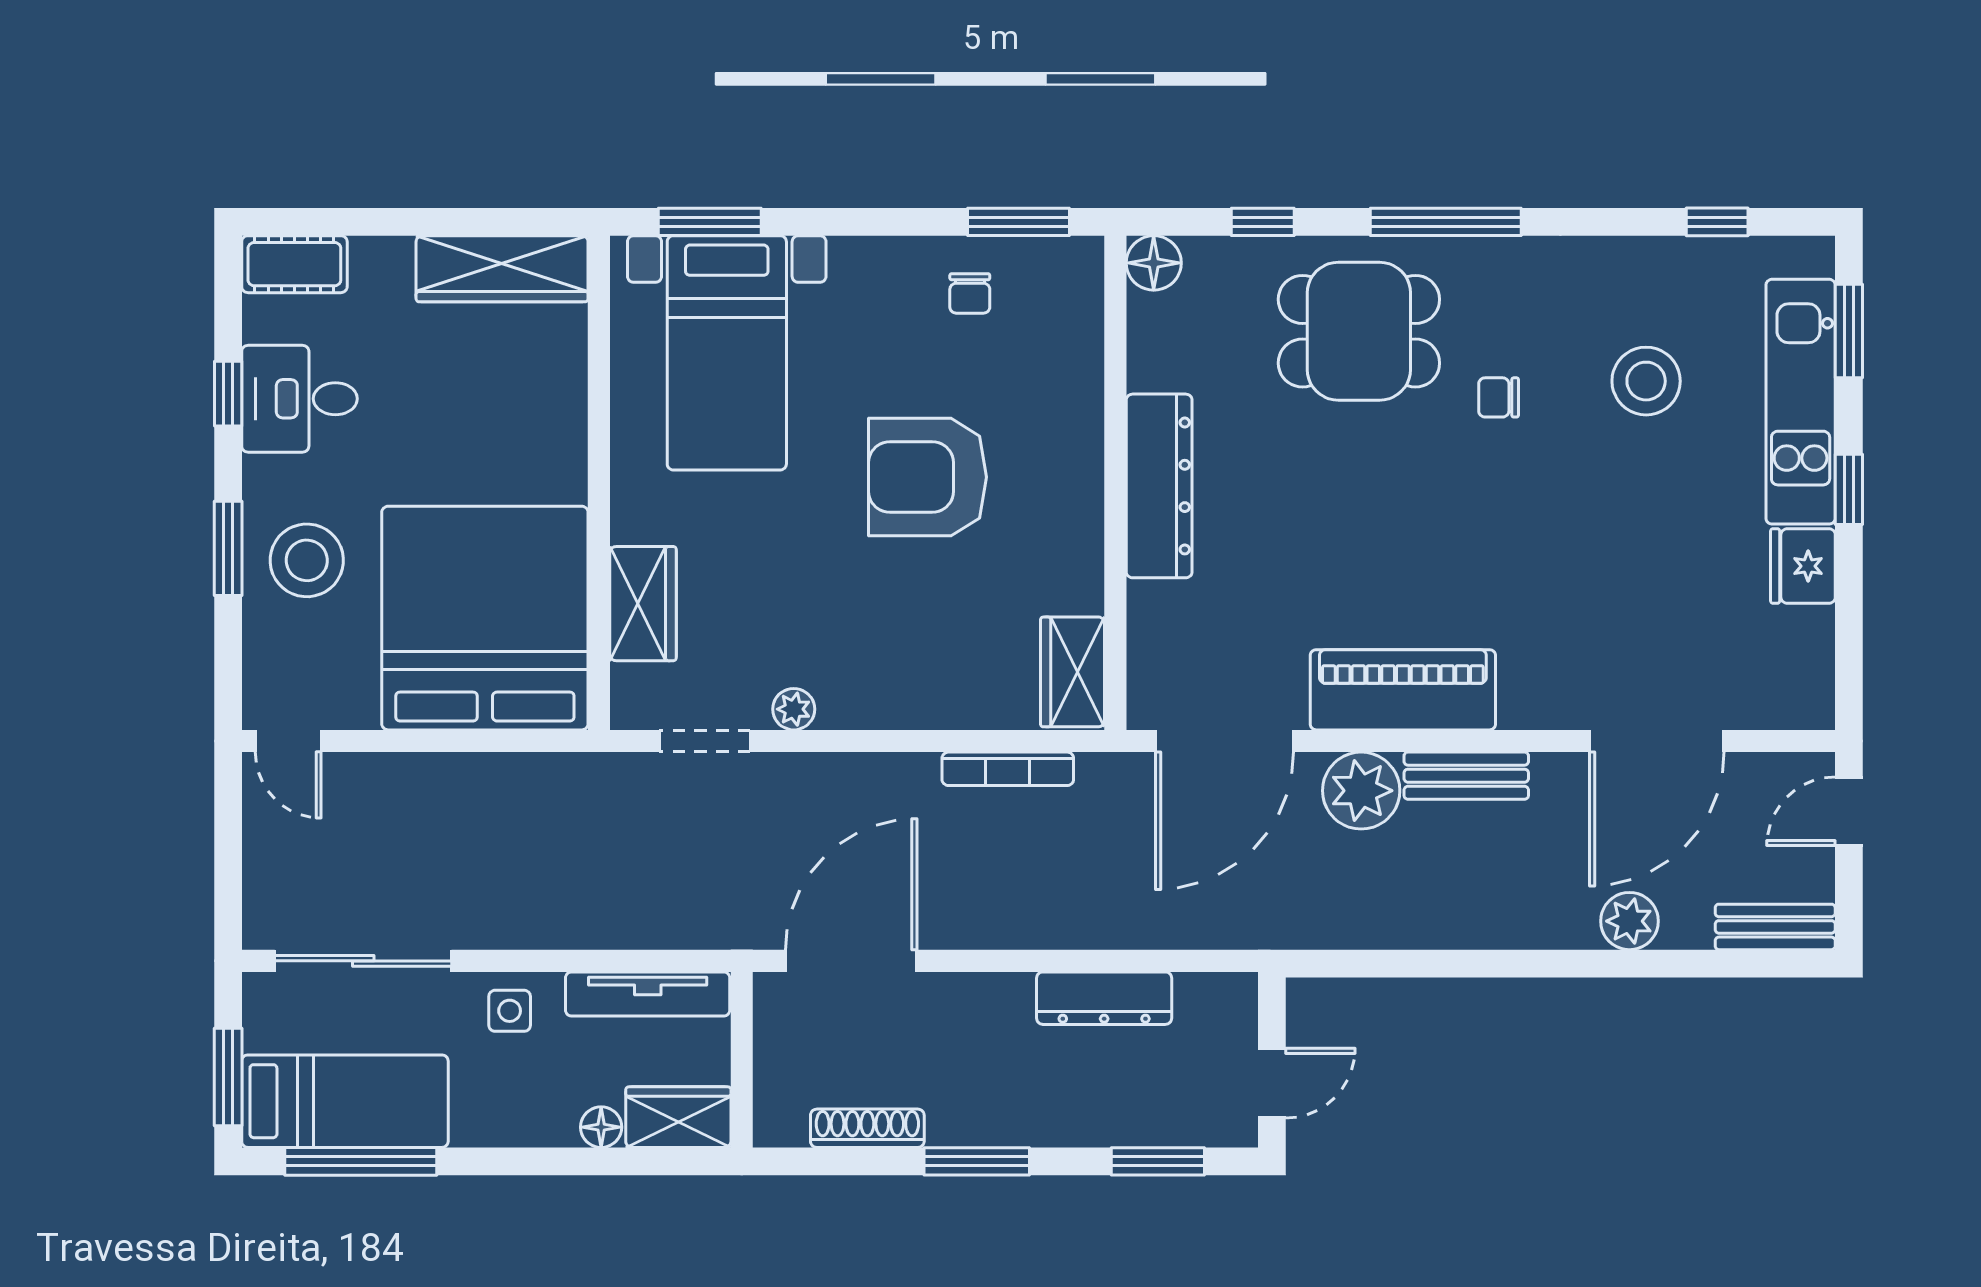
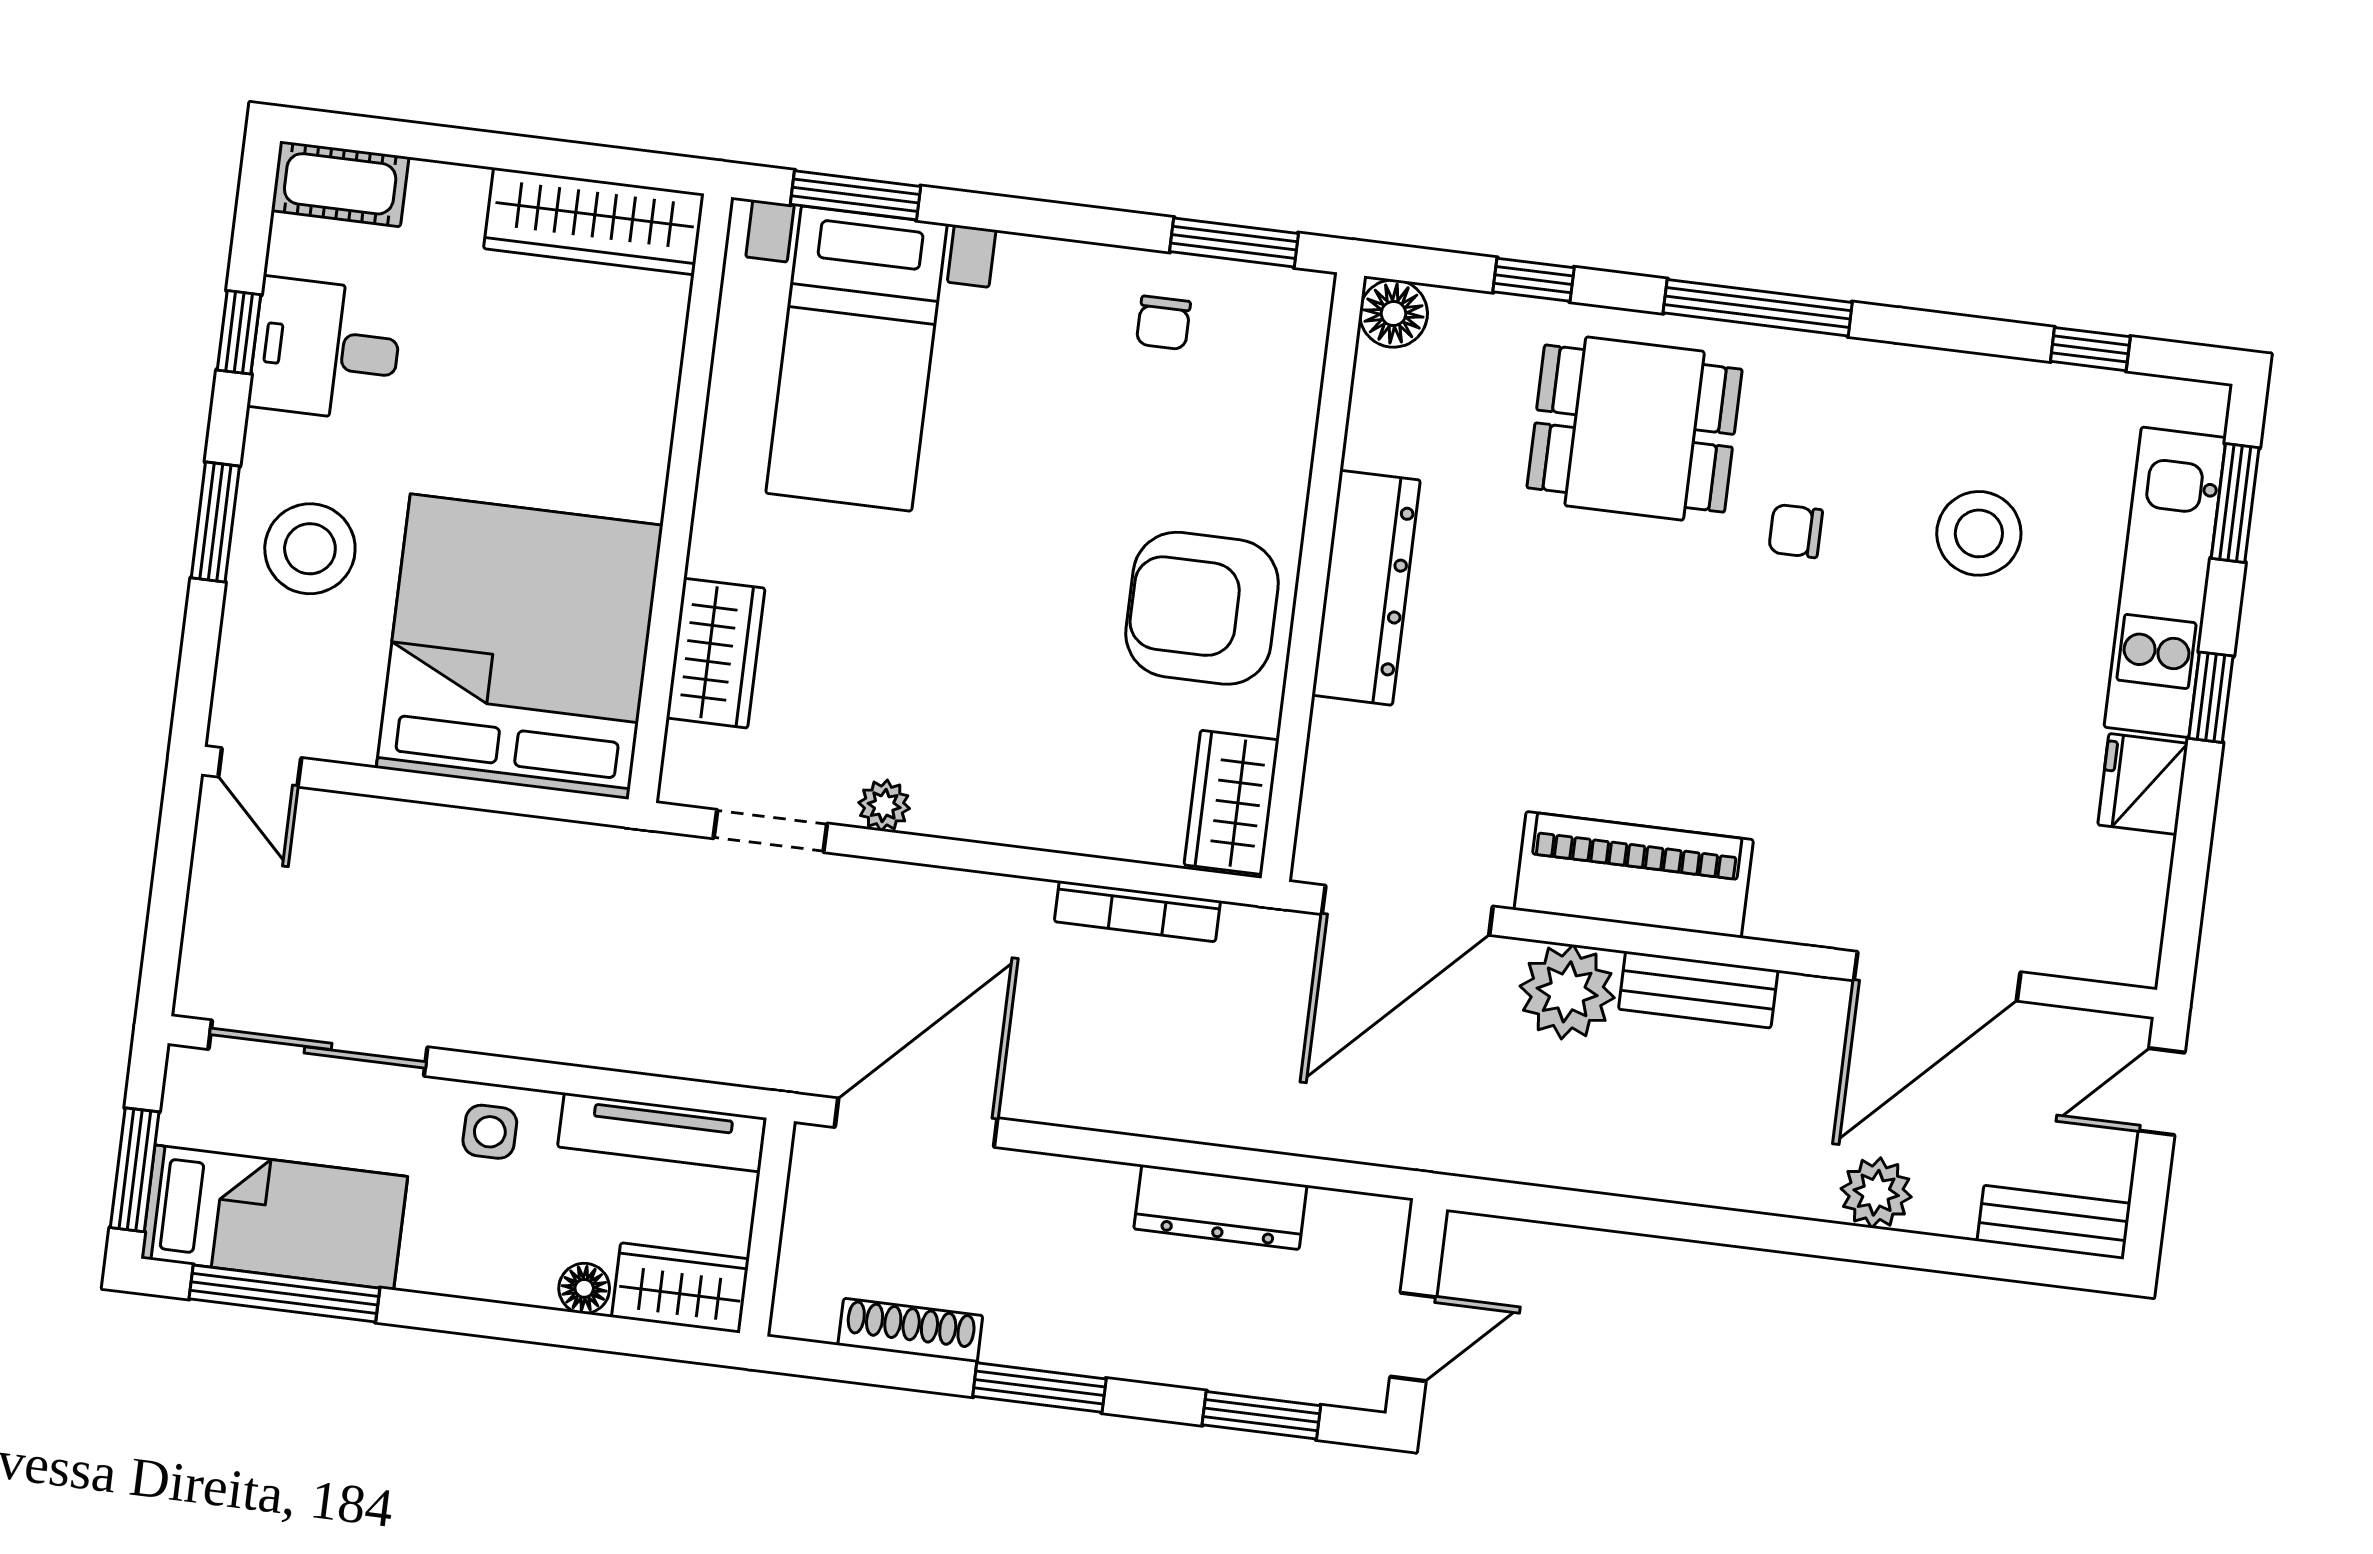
armchair: (928, 477) -> (1202, 608), moved

